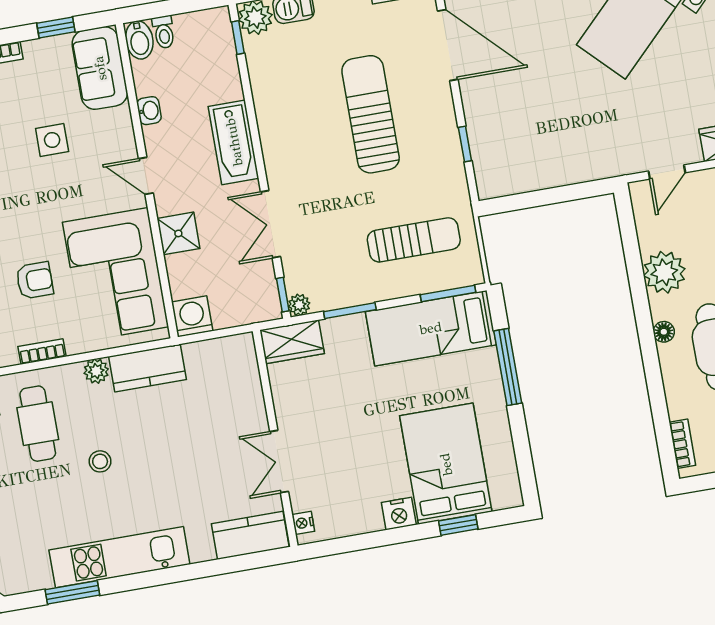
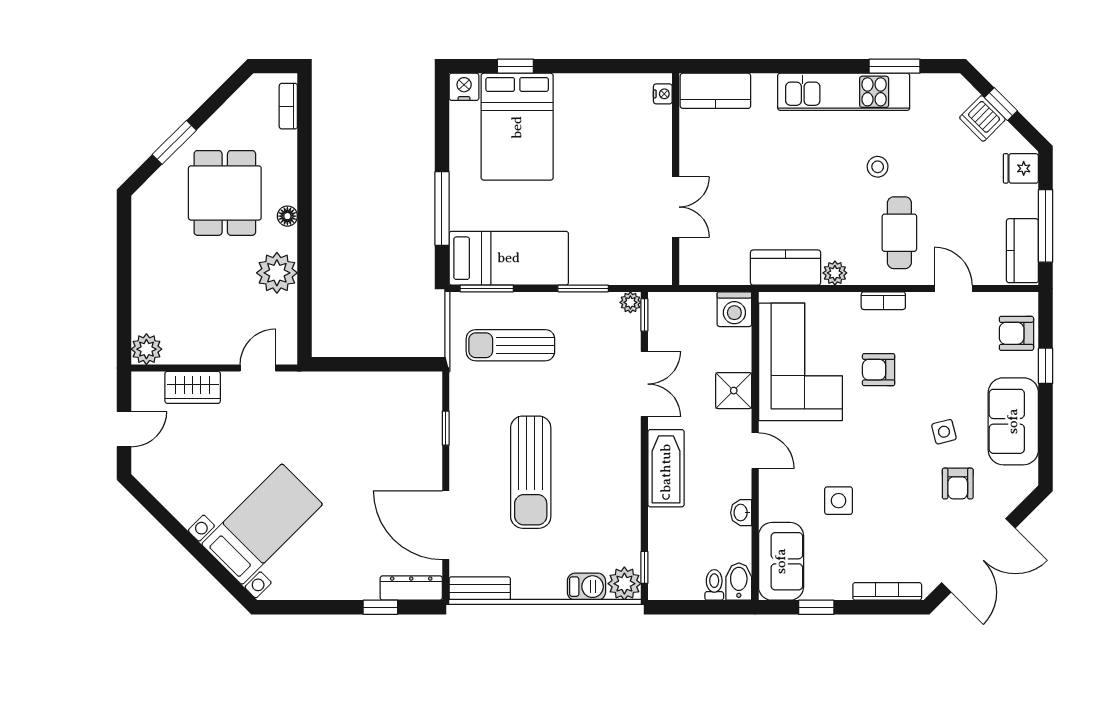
wardrobe: (292, 342) -> (643, 268), removed
stool: (100, 461) -> (878, 167), moved
double door: (279, 462) -> (676, 207), moved
nightstand: (399, 514) -> (464, 87), moved

